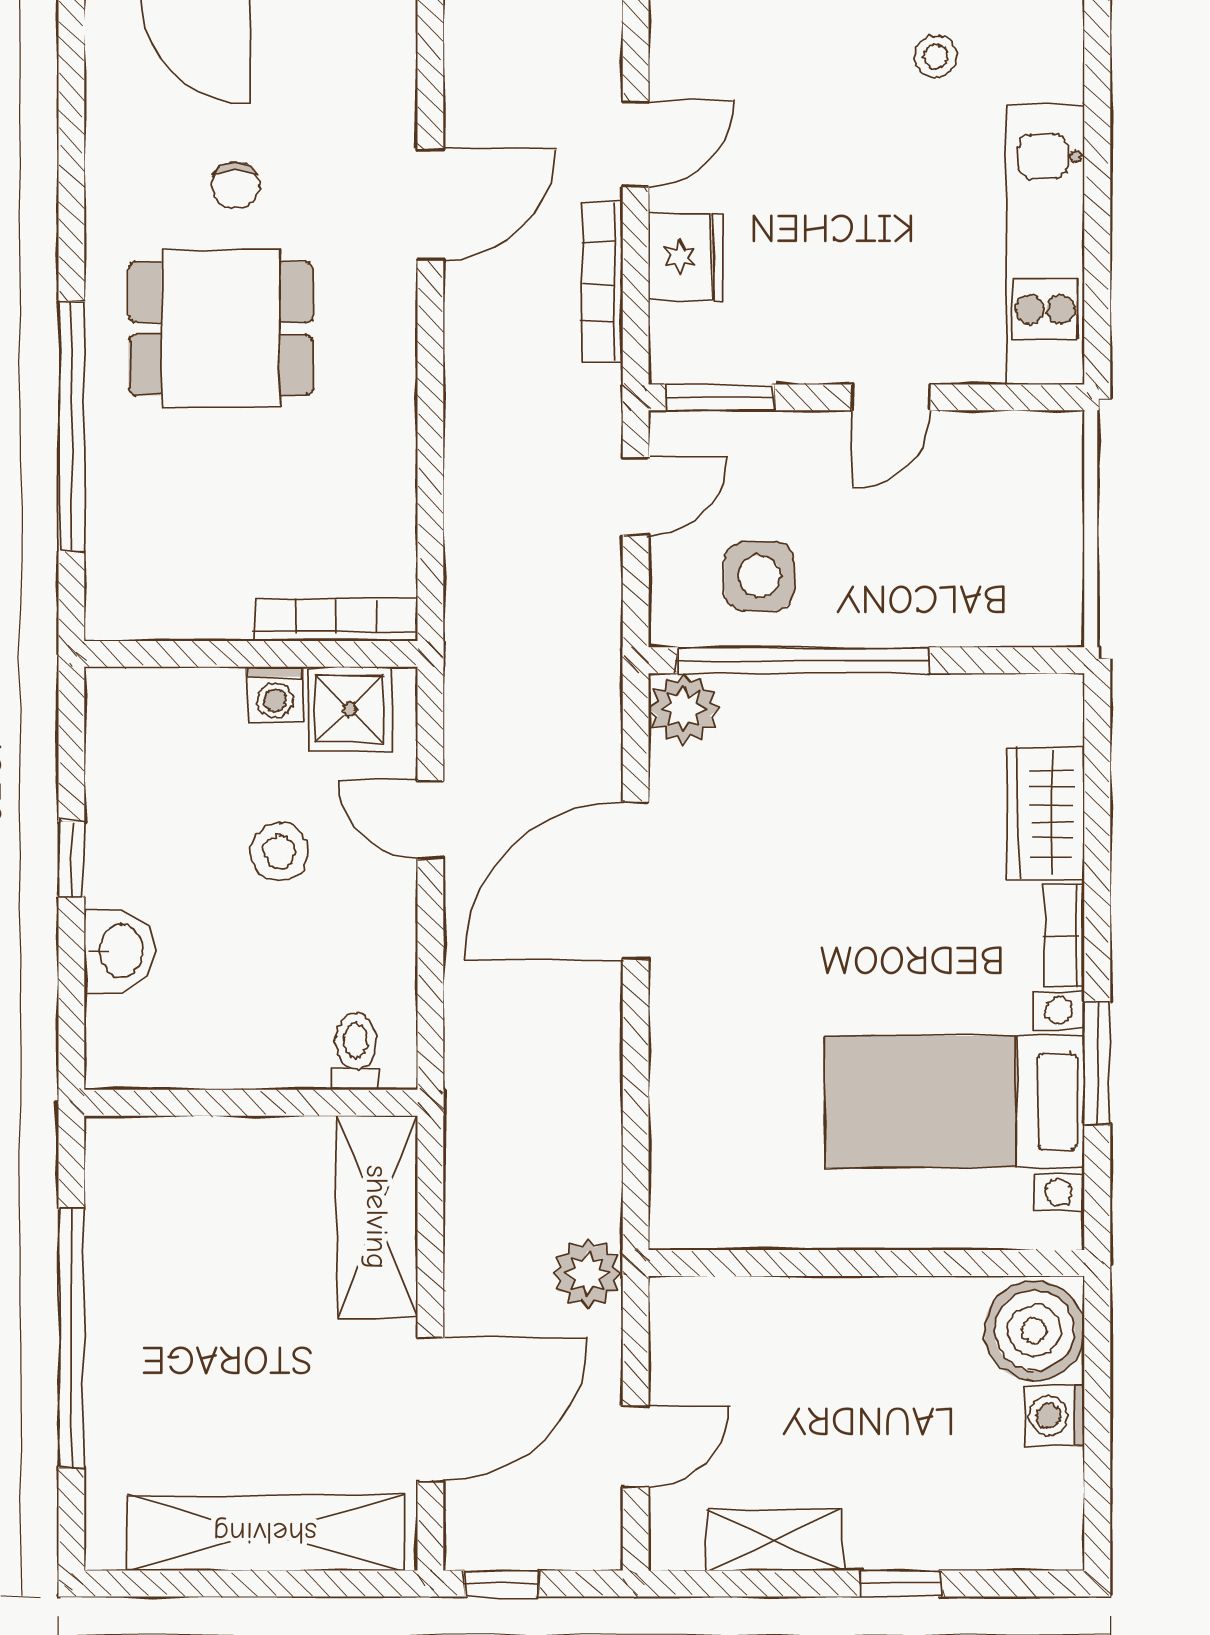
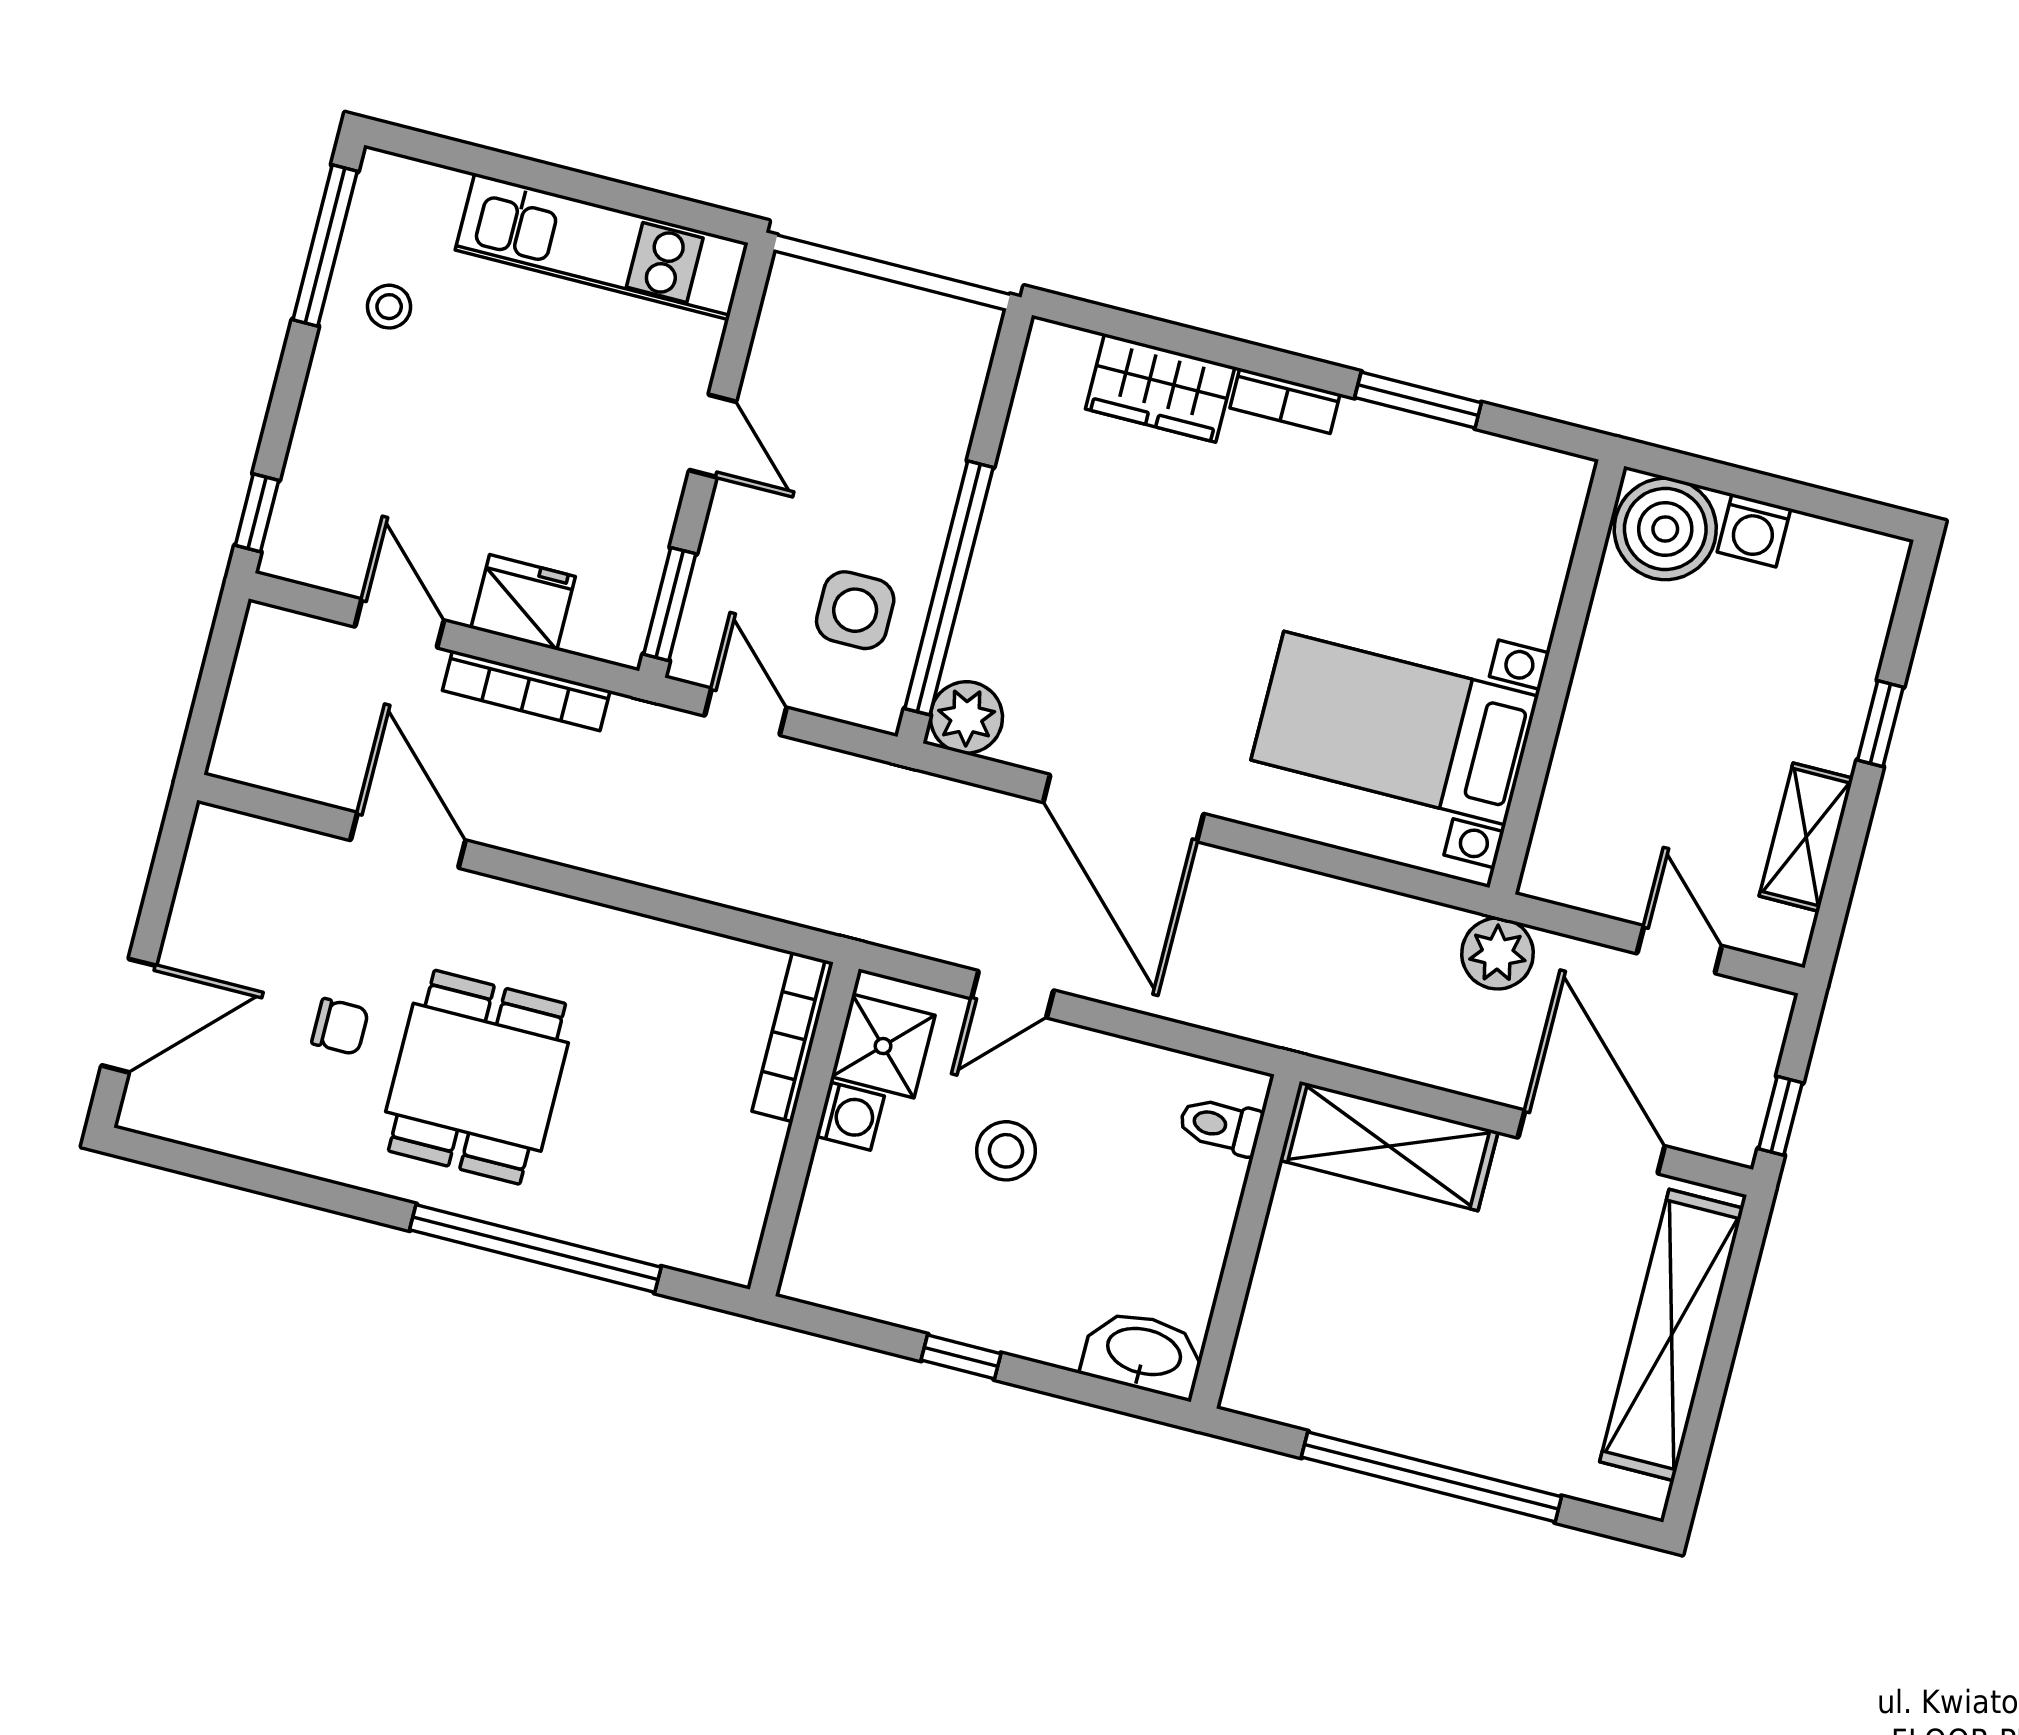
washbasin: (119, 951) -> (1144, 1354), moved, width x1.38
bed with nightstands: (955, 1102) -> (1395, 728), moved, turned 90

